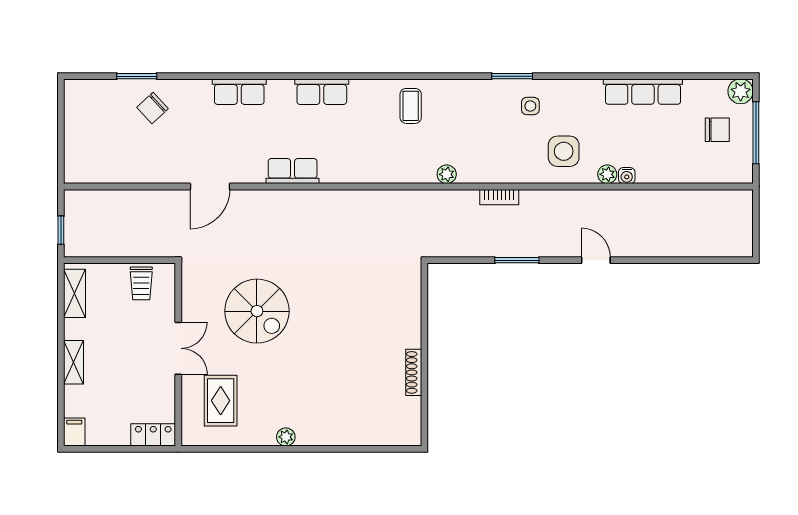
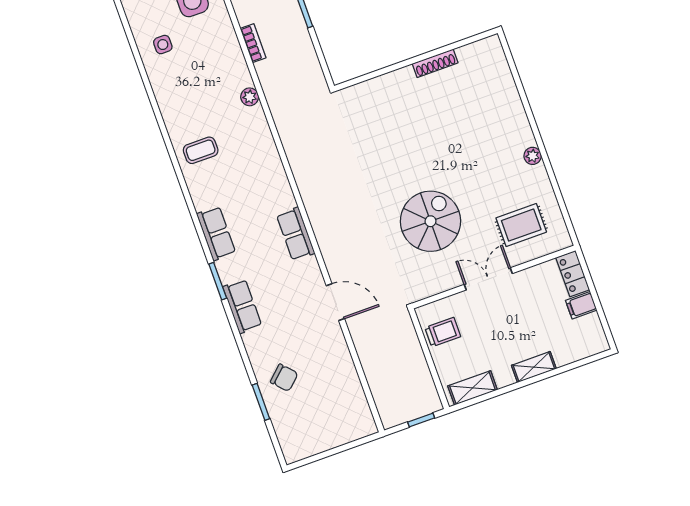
window: (512, 76) -> (218, 281), moved
filing cabinet: (74, 432) -> (581, 305), moved

